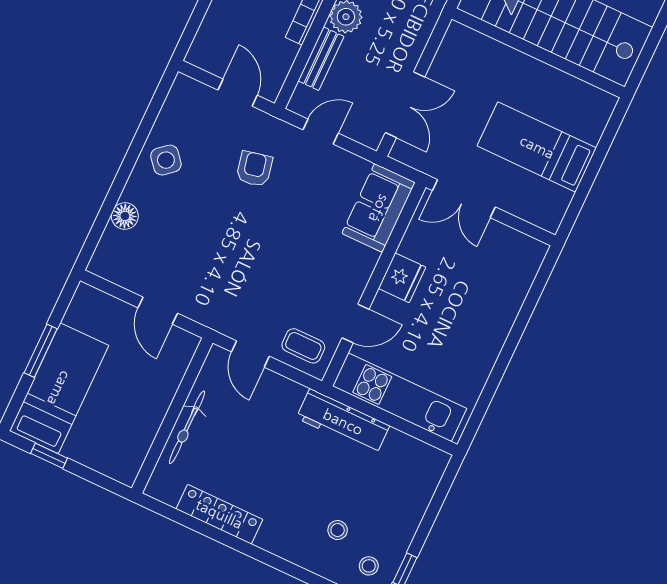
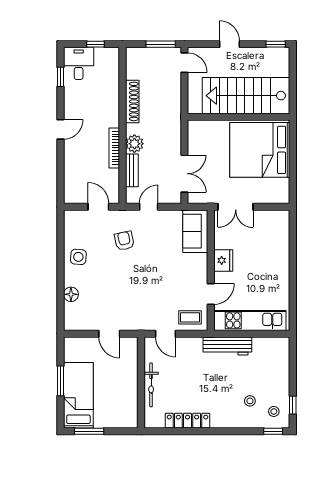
bed: (537, 147) -> (260, 150), width x2.04
side table: (166, 160) -> (78, 257), turned 45
window: (49, 456) -> (89, 431), width x1.50

